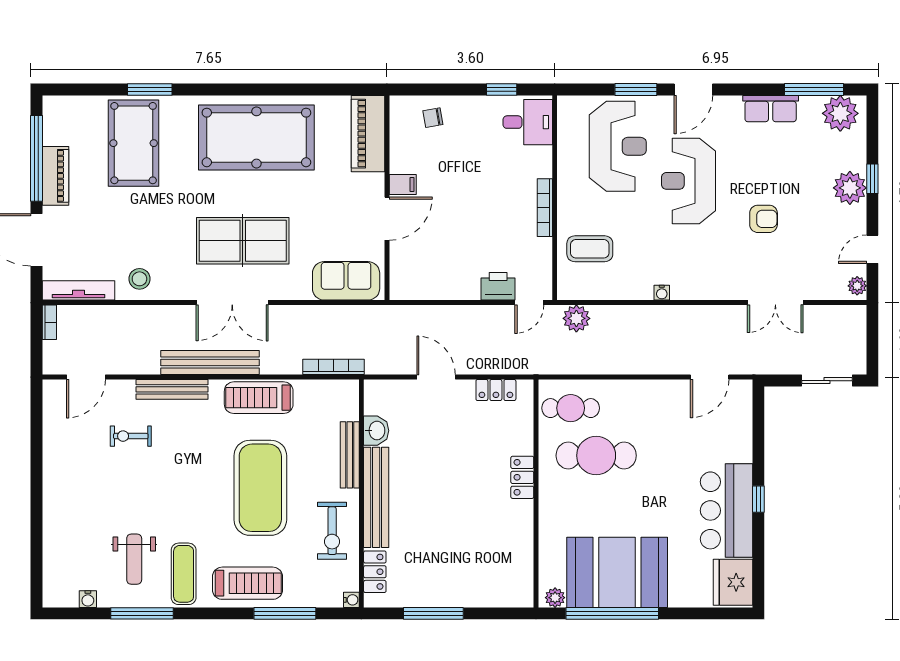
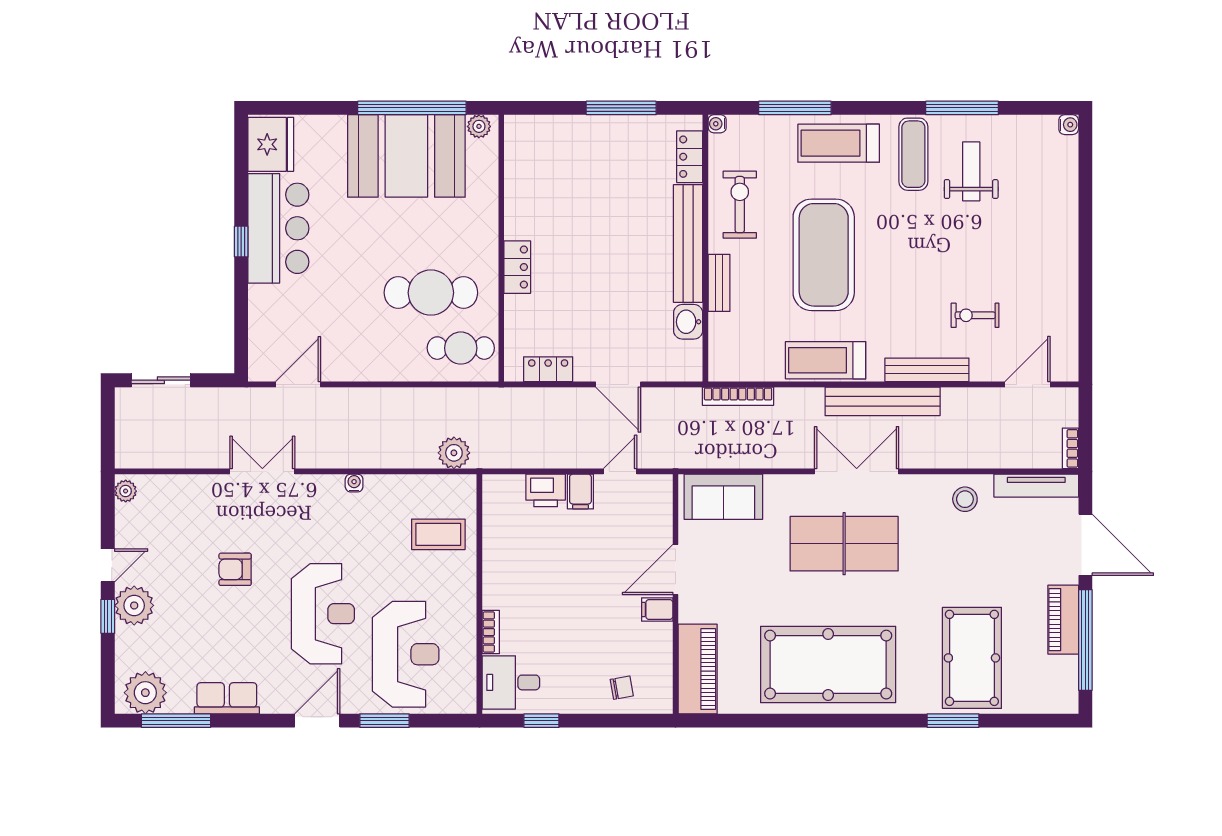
reception desk: (618, 146) -> (406, 654), turned 180
bookcase: (545, 208) -> (491, 632), moved, width x0.64
door: (872, 249) -> (108, 565), moved
filing cabinet: (468, 285) -> (580, 492), added
door: (529, 303) -> (620, 471), moved
double door: (775, 303) -> (262, 471), moved
treadmill: (259, 398) -> (826, 360), turned 180
exercise bike: (131, 436) -> (975, 315), turned 180
bench: (350, 455) -> (719, 283), width x0.73
water cooler: (88, 599) -> (1069, 125), moved, turned 90

